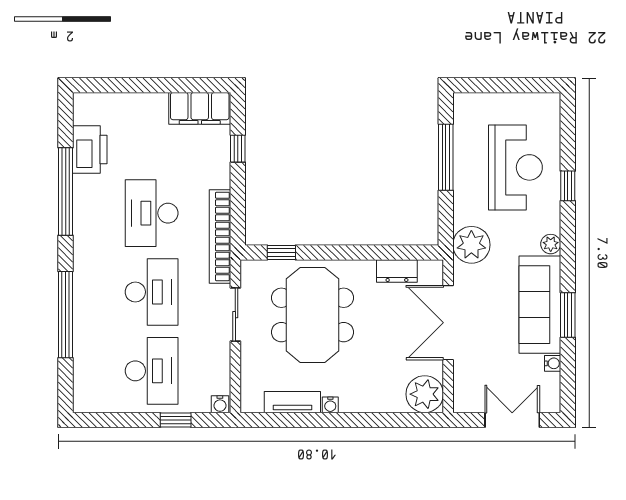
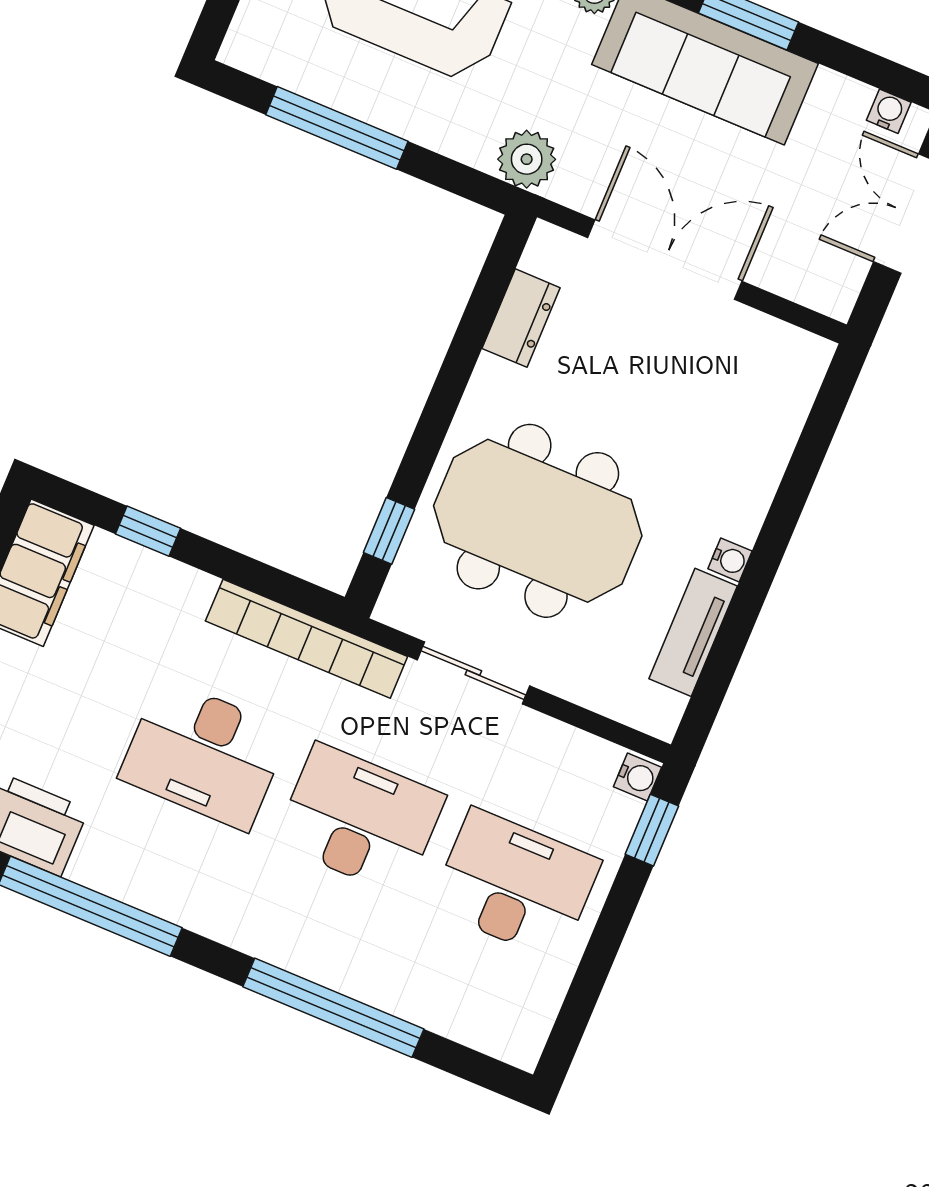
plant: (471, 245) -> (527, 159), width x0.73, depth x0.73
double door: (448, 323) -> (665, 260), swing flipped
water cooler: (553, 363) -> (889, 111), moved
plant: (425, 394) -> (787, 365), removed
window: (176, 420) -> (652, 830), moved

